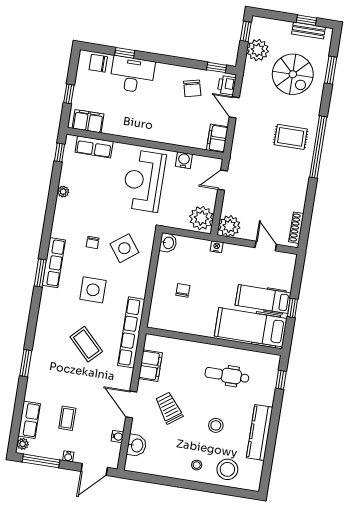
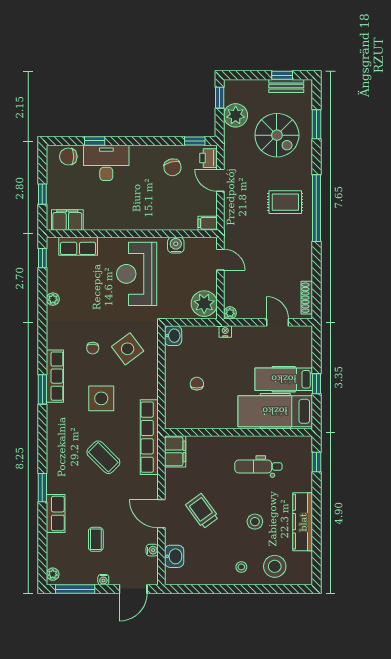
filing cabinet: (217, 138) -> (208, 223), width x0.50
door: (223, 180) -> (220, 260), swing flipped
plant: (229, 226) -> (230, 313), width x0.53, depth x0.53
filing cabinet: (150, 366) -> (175, 451), moved
row of seats: (29, 420) -> (56, 514), moved

